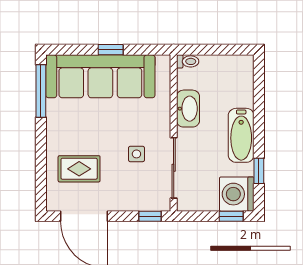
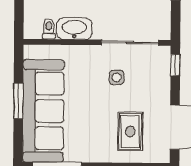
window: (111, 50) -> (18, 101), width x1.50
toilet: (188, 61) -> (49, 29), moved

